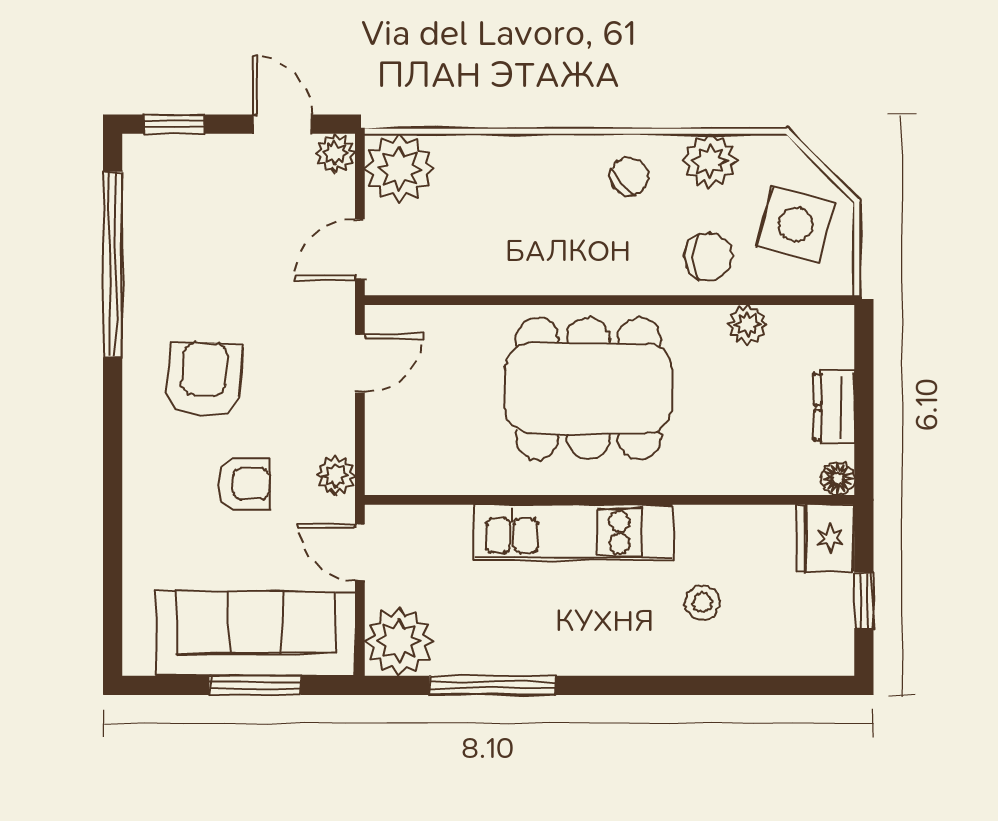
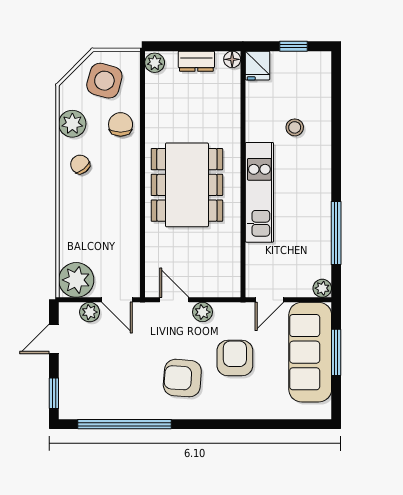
plant: (335, 153) -> (90, 312), moved
plant: (747, 324) -> (155, 63), moved
plant: (336, 476) -> (202, 312), moved
armchair: (244, 484) -> (235, 358), width x1.38, depth x1.38
fridge: (825, 538) -> (257, 66), width x0.72
plant: (399, 642) -> (322, 288), width x0.53, depth x0.53

